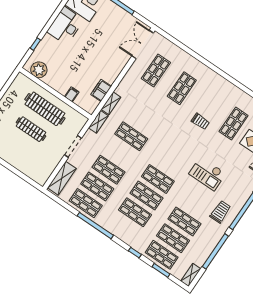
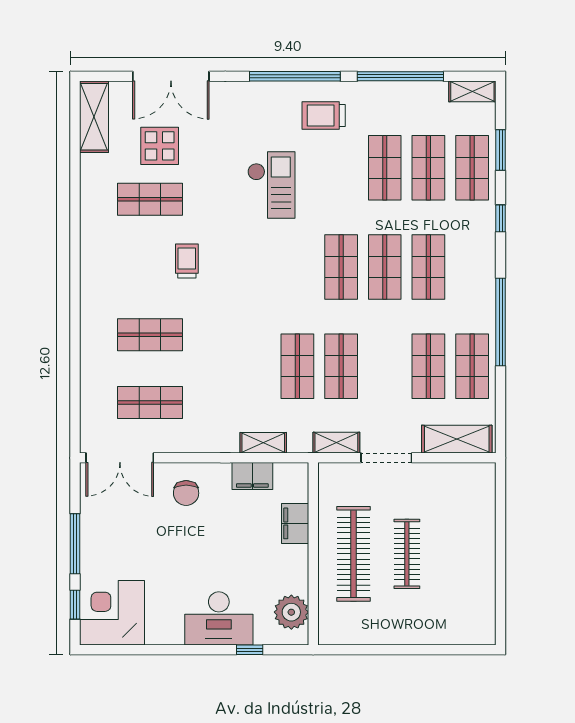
desk: (65, 26) -> (219, 618), moved
chair: (112, 61) -> (186, 493), added
filing cabinet: (72, 94) -> (295, 523), width x2.00
shelving: (98, 122) -> (336, 443), moved
shop shelf: (109, 170) -> (341, 366), moved

